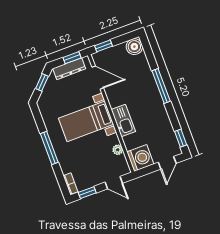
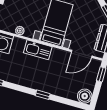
window: (161, 86) -> (43, 95), width x0.46

